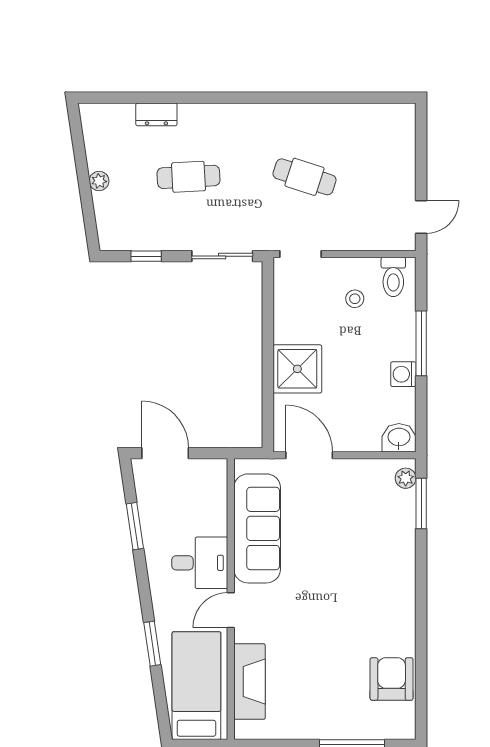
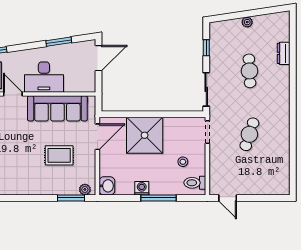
shower: (297, 369) -> (145, 135), width x1.37, depth x1.37
rug: (343, 525) -> (59, 155), added
desk: (200, 563) -> (44, 77), width x1.37

